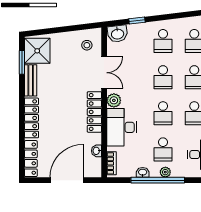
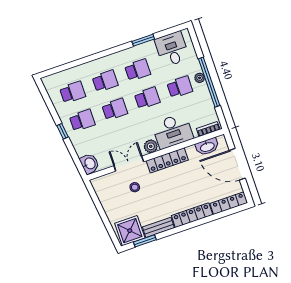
window: (137, 20) -> (63, 131), moved
stool: (87, 45) -> (135, 187), moved
washbasin: (96, 151) -> (207, 147), width x1.91, depth x1.45
washbasin: (143, 172) -> (207, 98), removed

